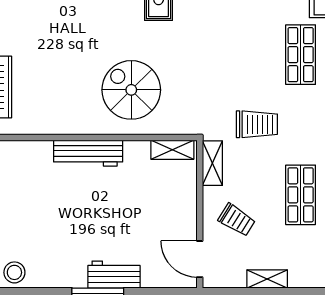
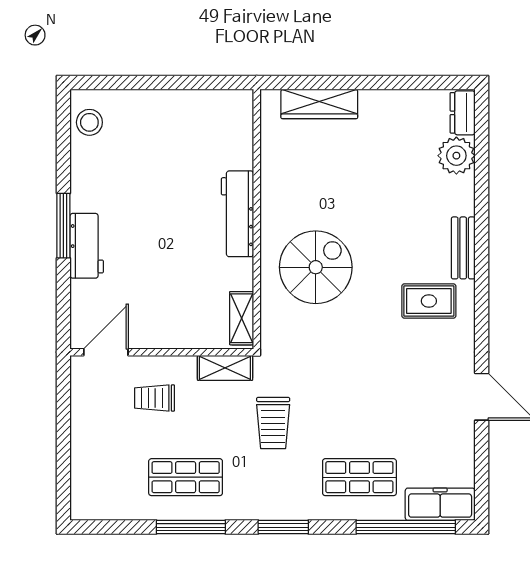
trolley: (237, 220) -> (155, 398), turned 58
shelving: (267, 279) -> (81, 436), removed

